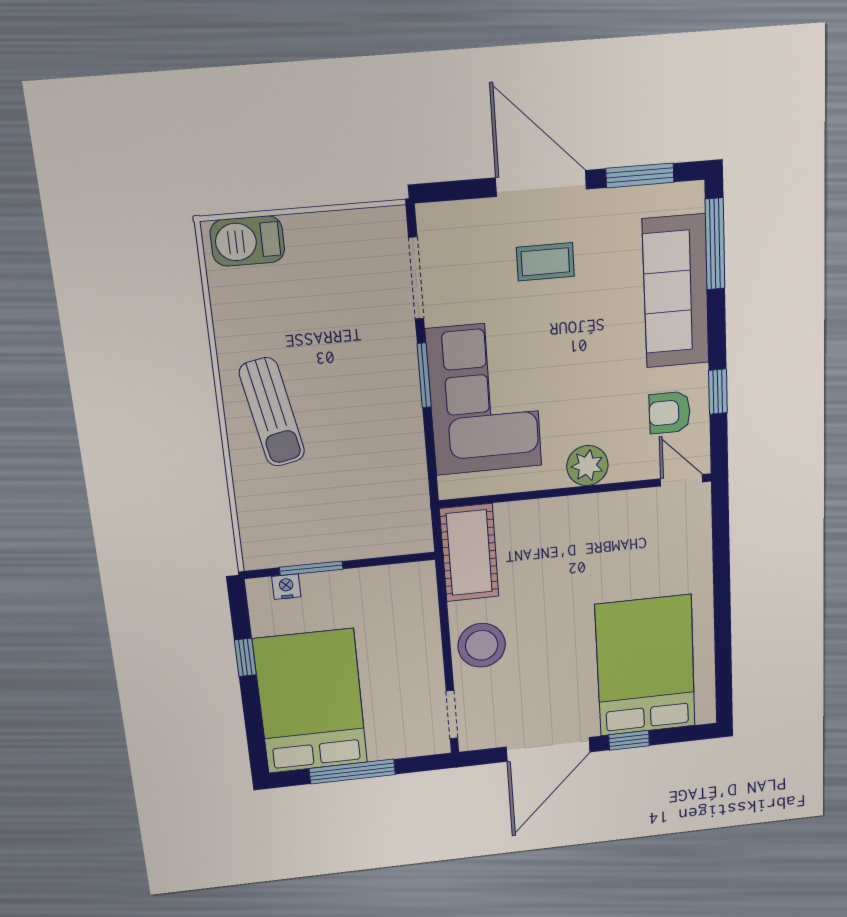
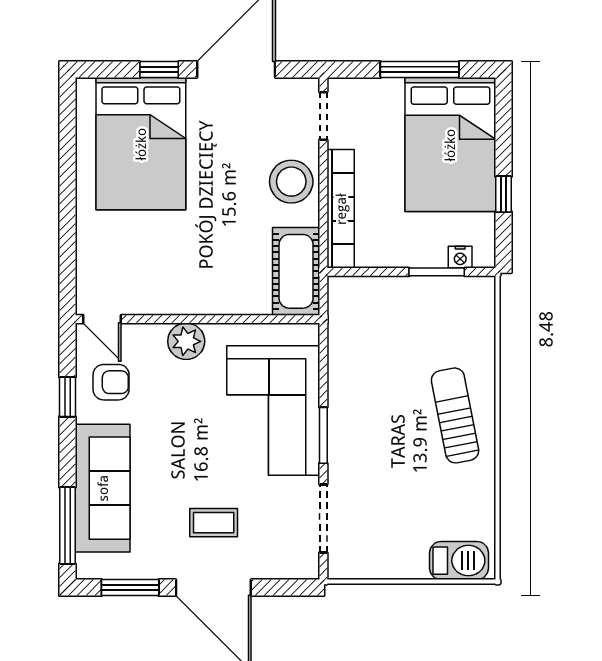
bookcase: (425, 623) -> (341, 209), added

